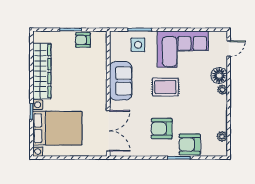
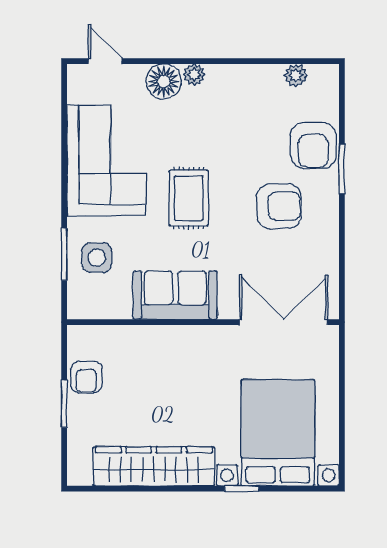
armchair: (162, 129) -> (279, 206), turned -90

